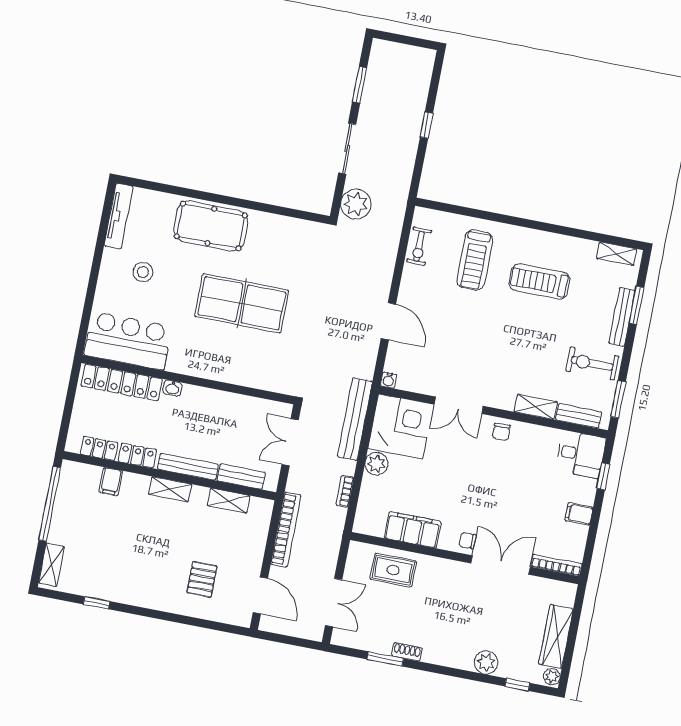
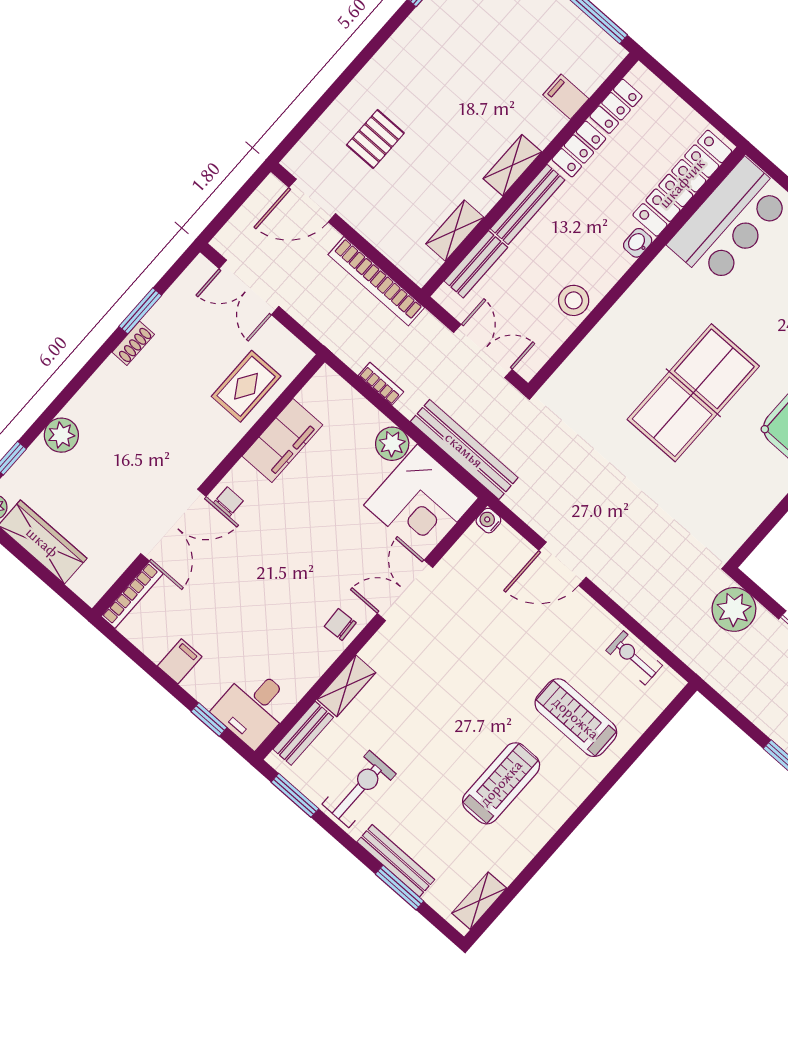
stool: (229, 406) -> (574, 300), added
pallet: (202, 579) -> (375, 139), turned 90

